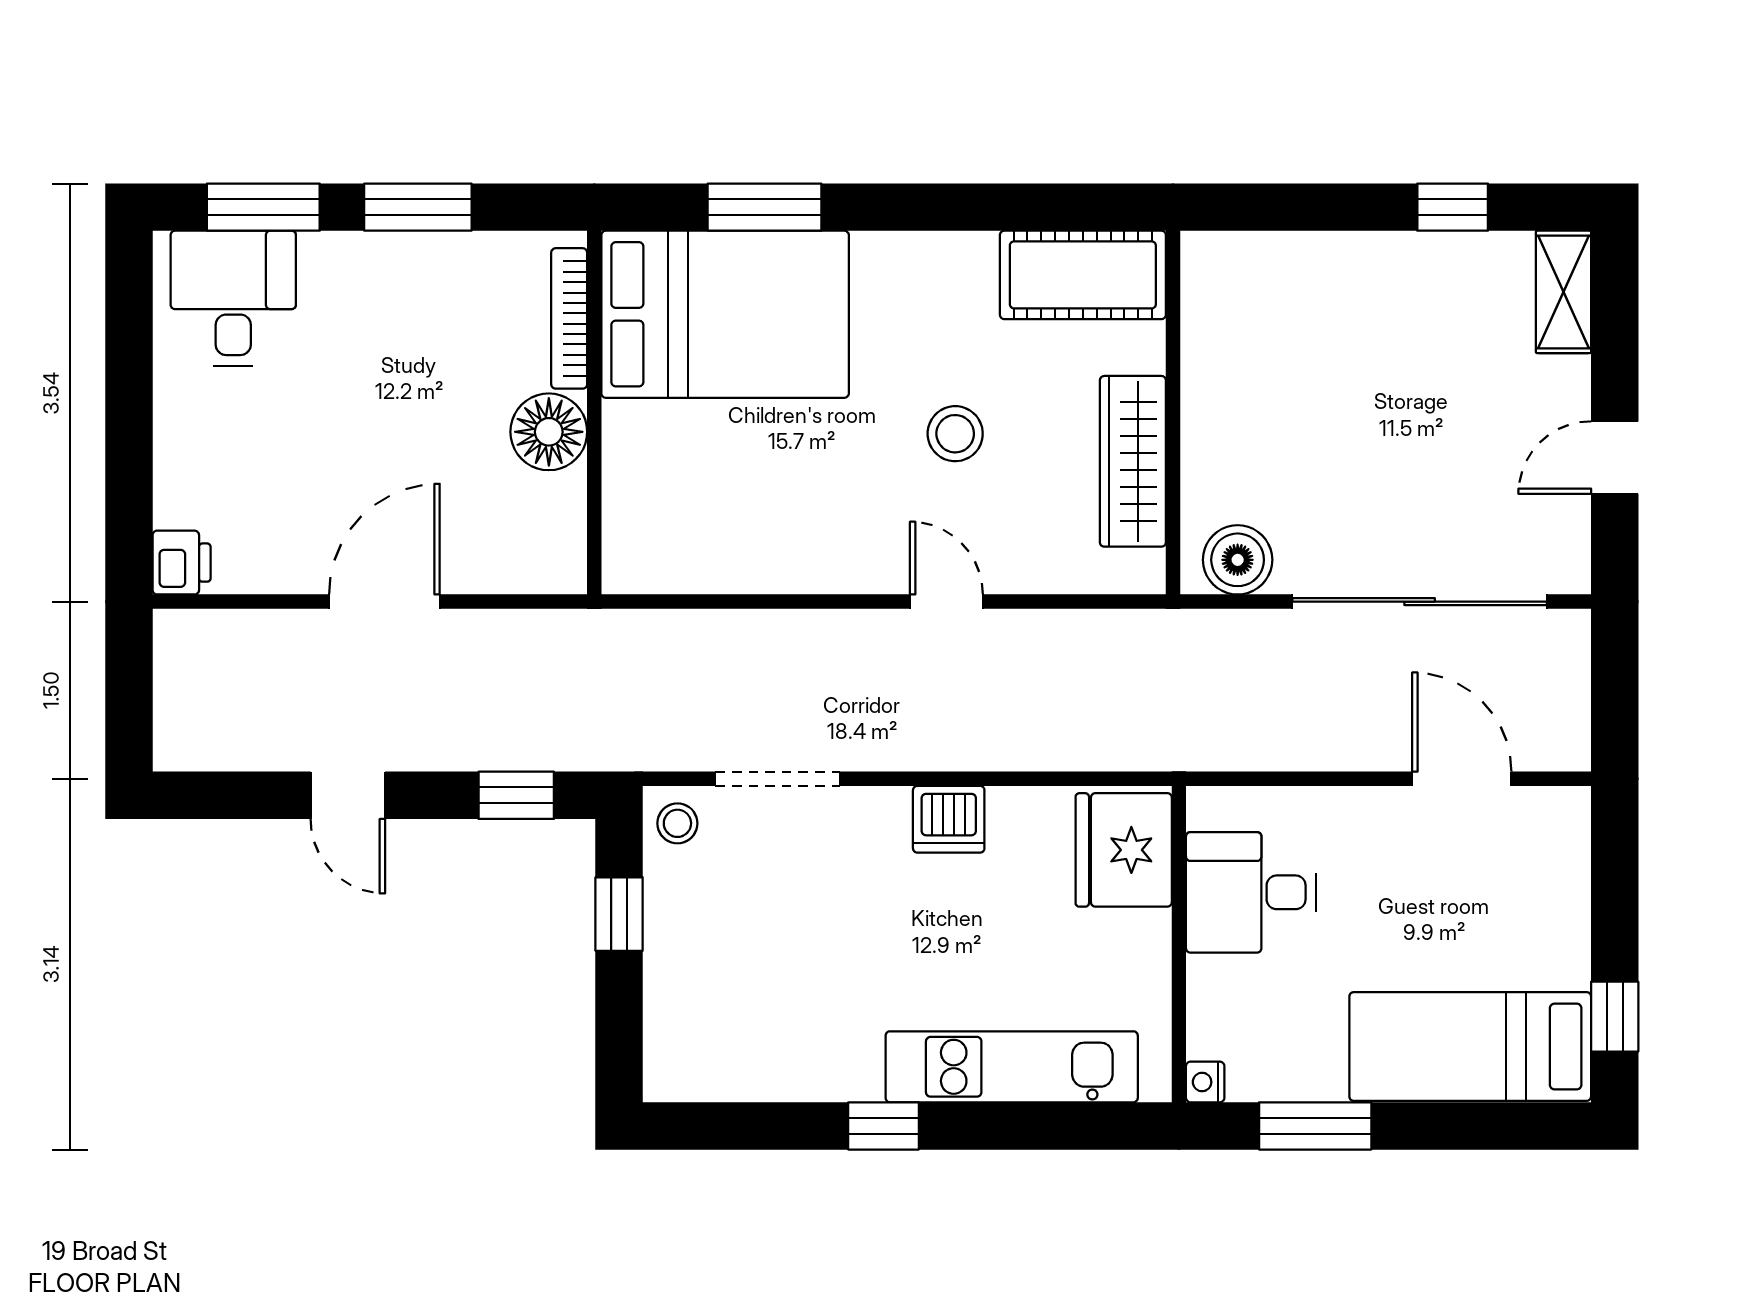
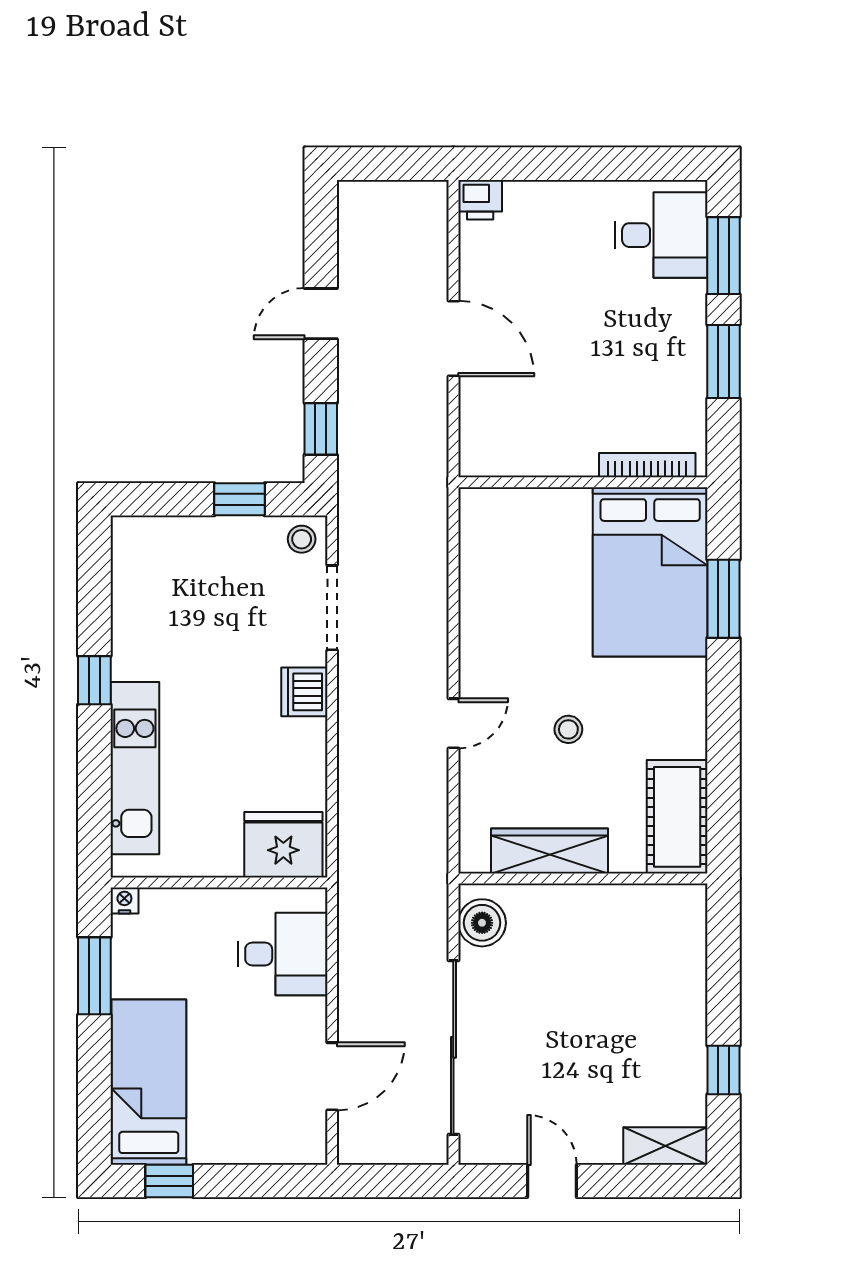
floor lamp: (549, 432) -> (570, 451), removed
stool: (955, 434) -> (568, 729), width x0.73, depth x0.73
dishwasher: (949, 819) -> (304, 692), moved
desk: (1251, 892) -> (283, 954), moved, turned 90

